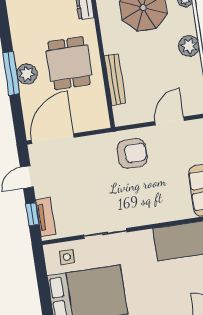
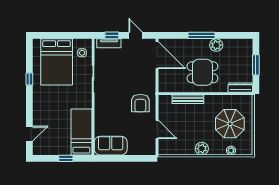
plant: (27, 74) -> (216, 45), moved

